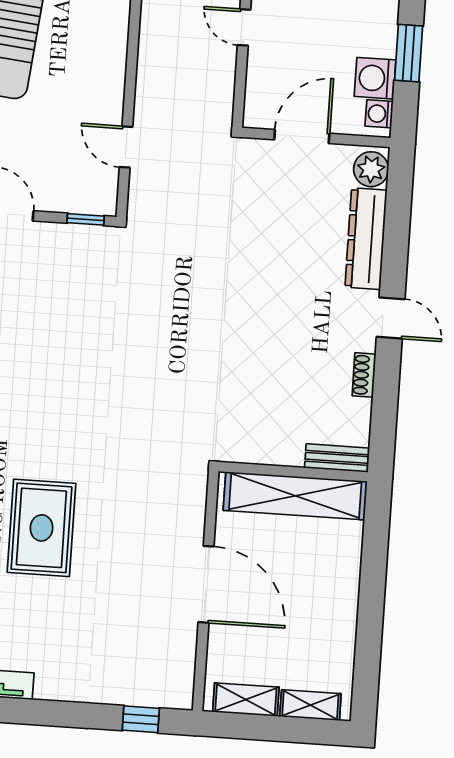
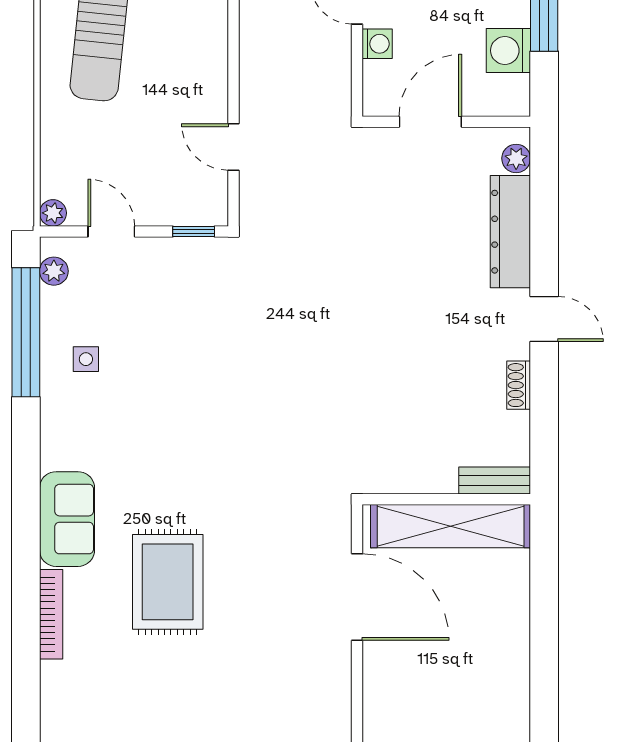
washing machine: (379, 114) -> (377, 44), moved, turned 180
plant: (371, 169) -> (516, 158), width x0.73, depth x0.73
door: (206, 584) -> (357, 597), moved

